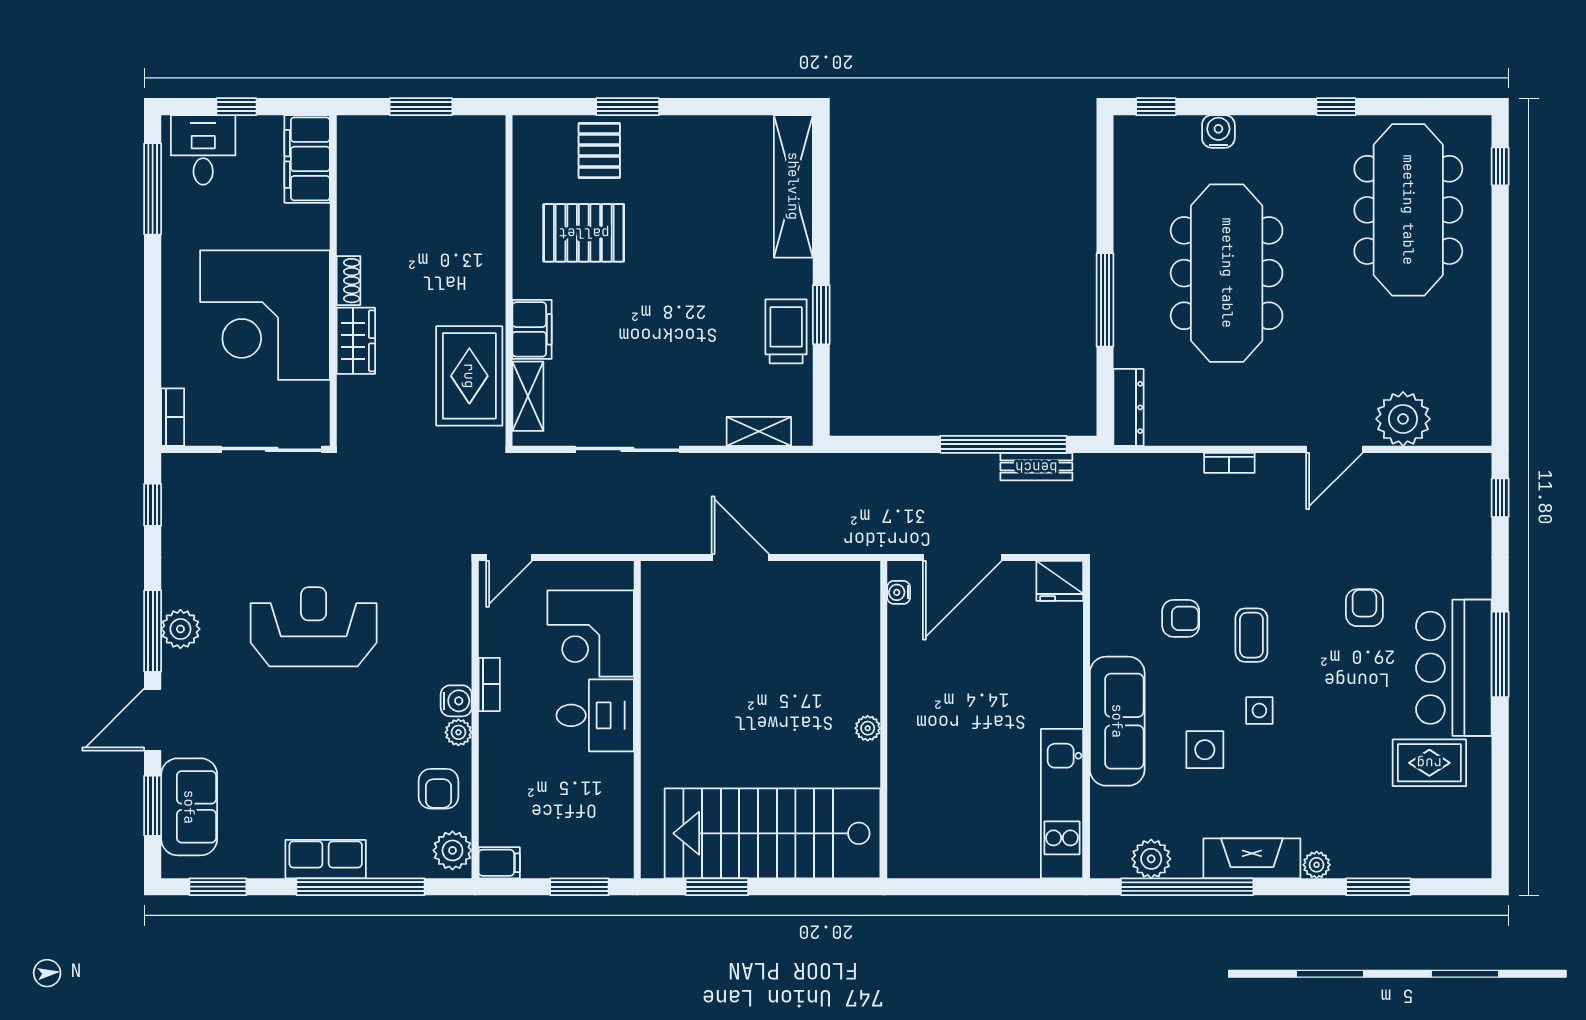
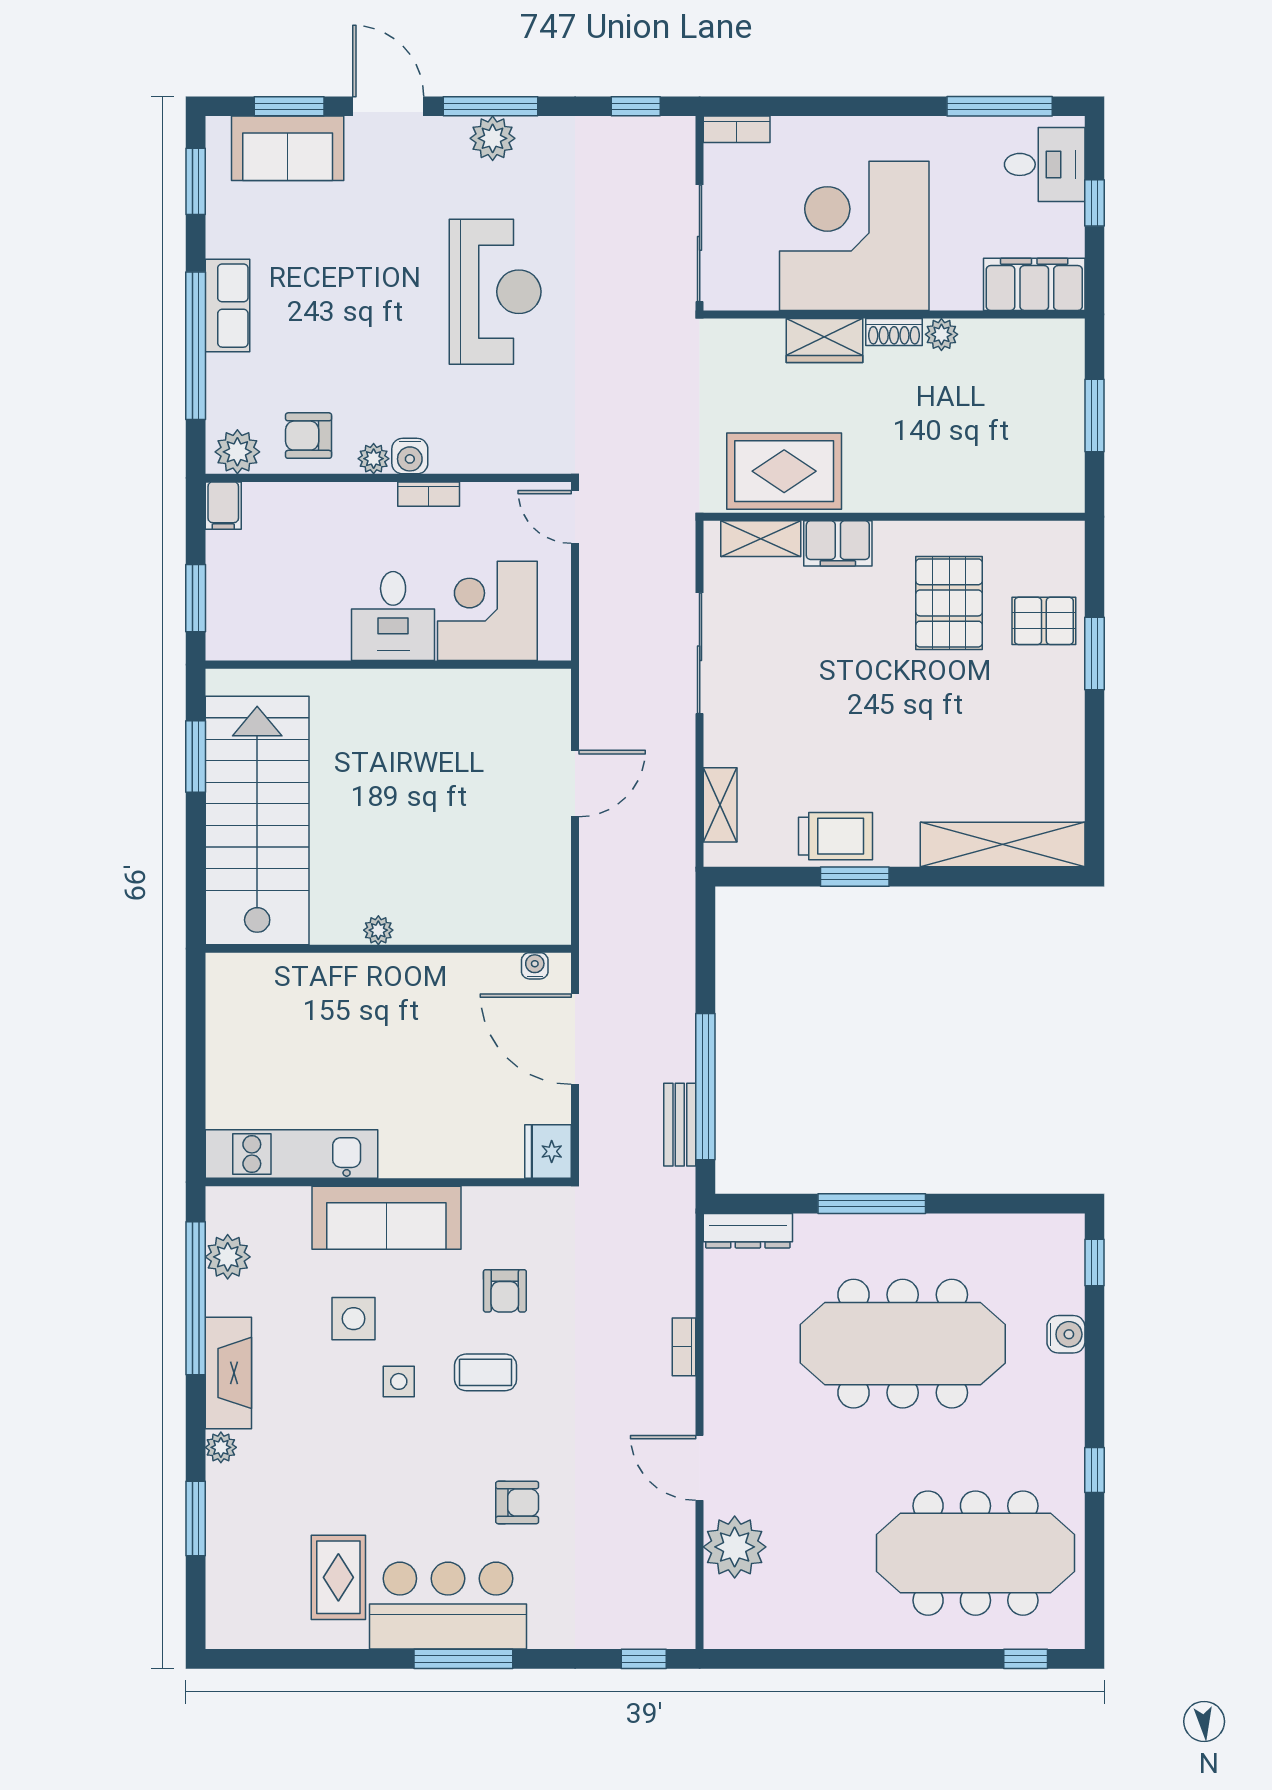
plant: (351, 239) -> (941, 334), added

